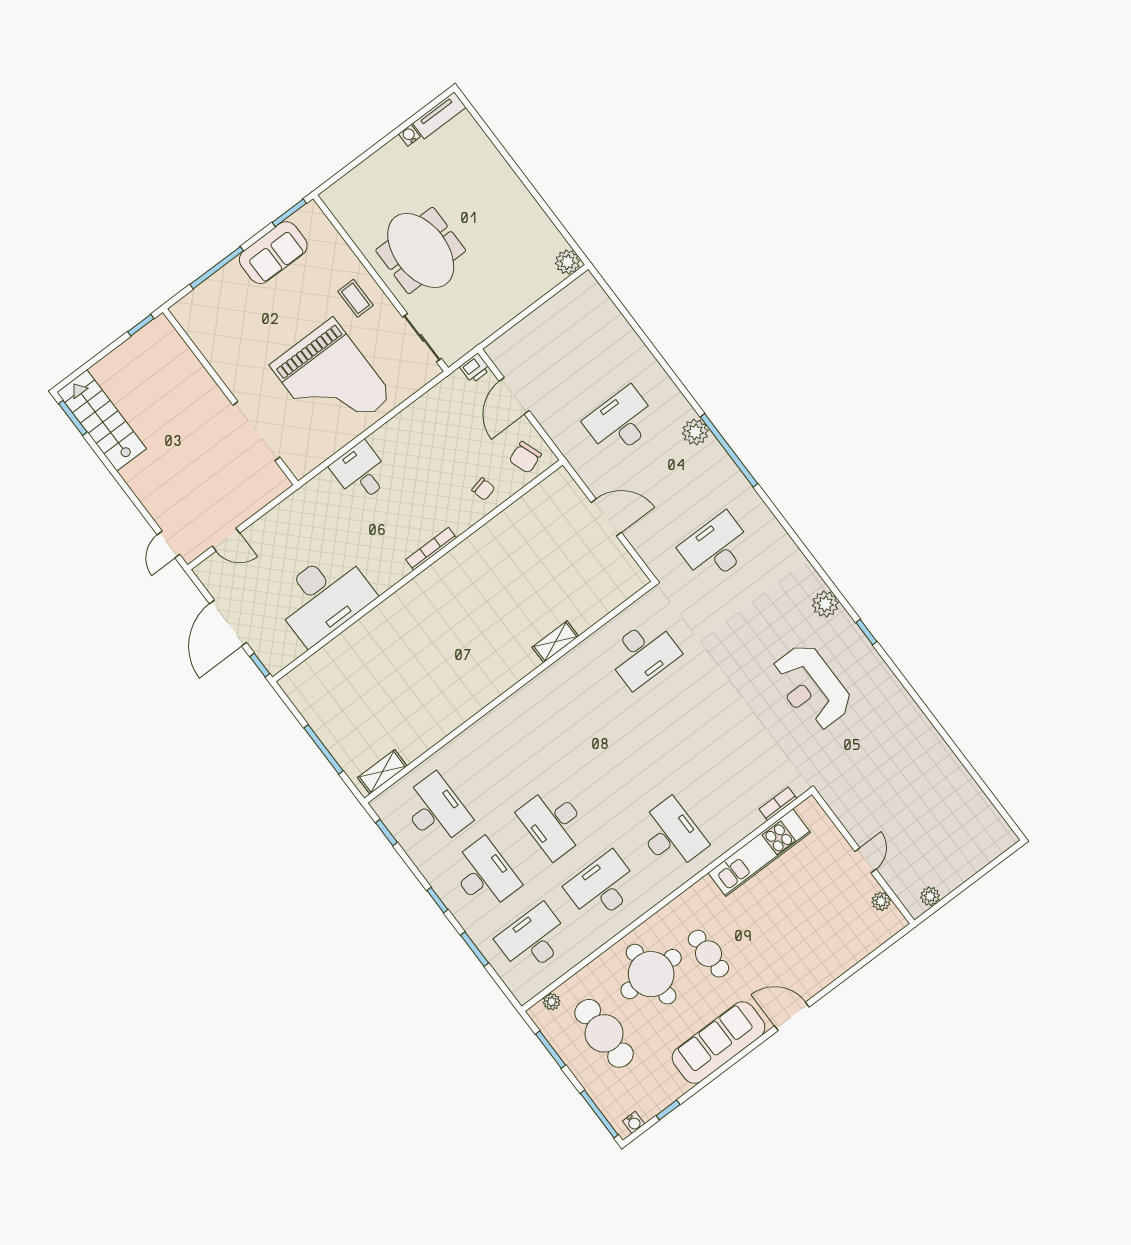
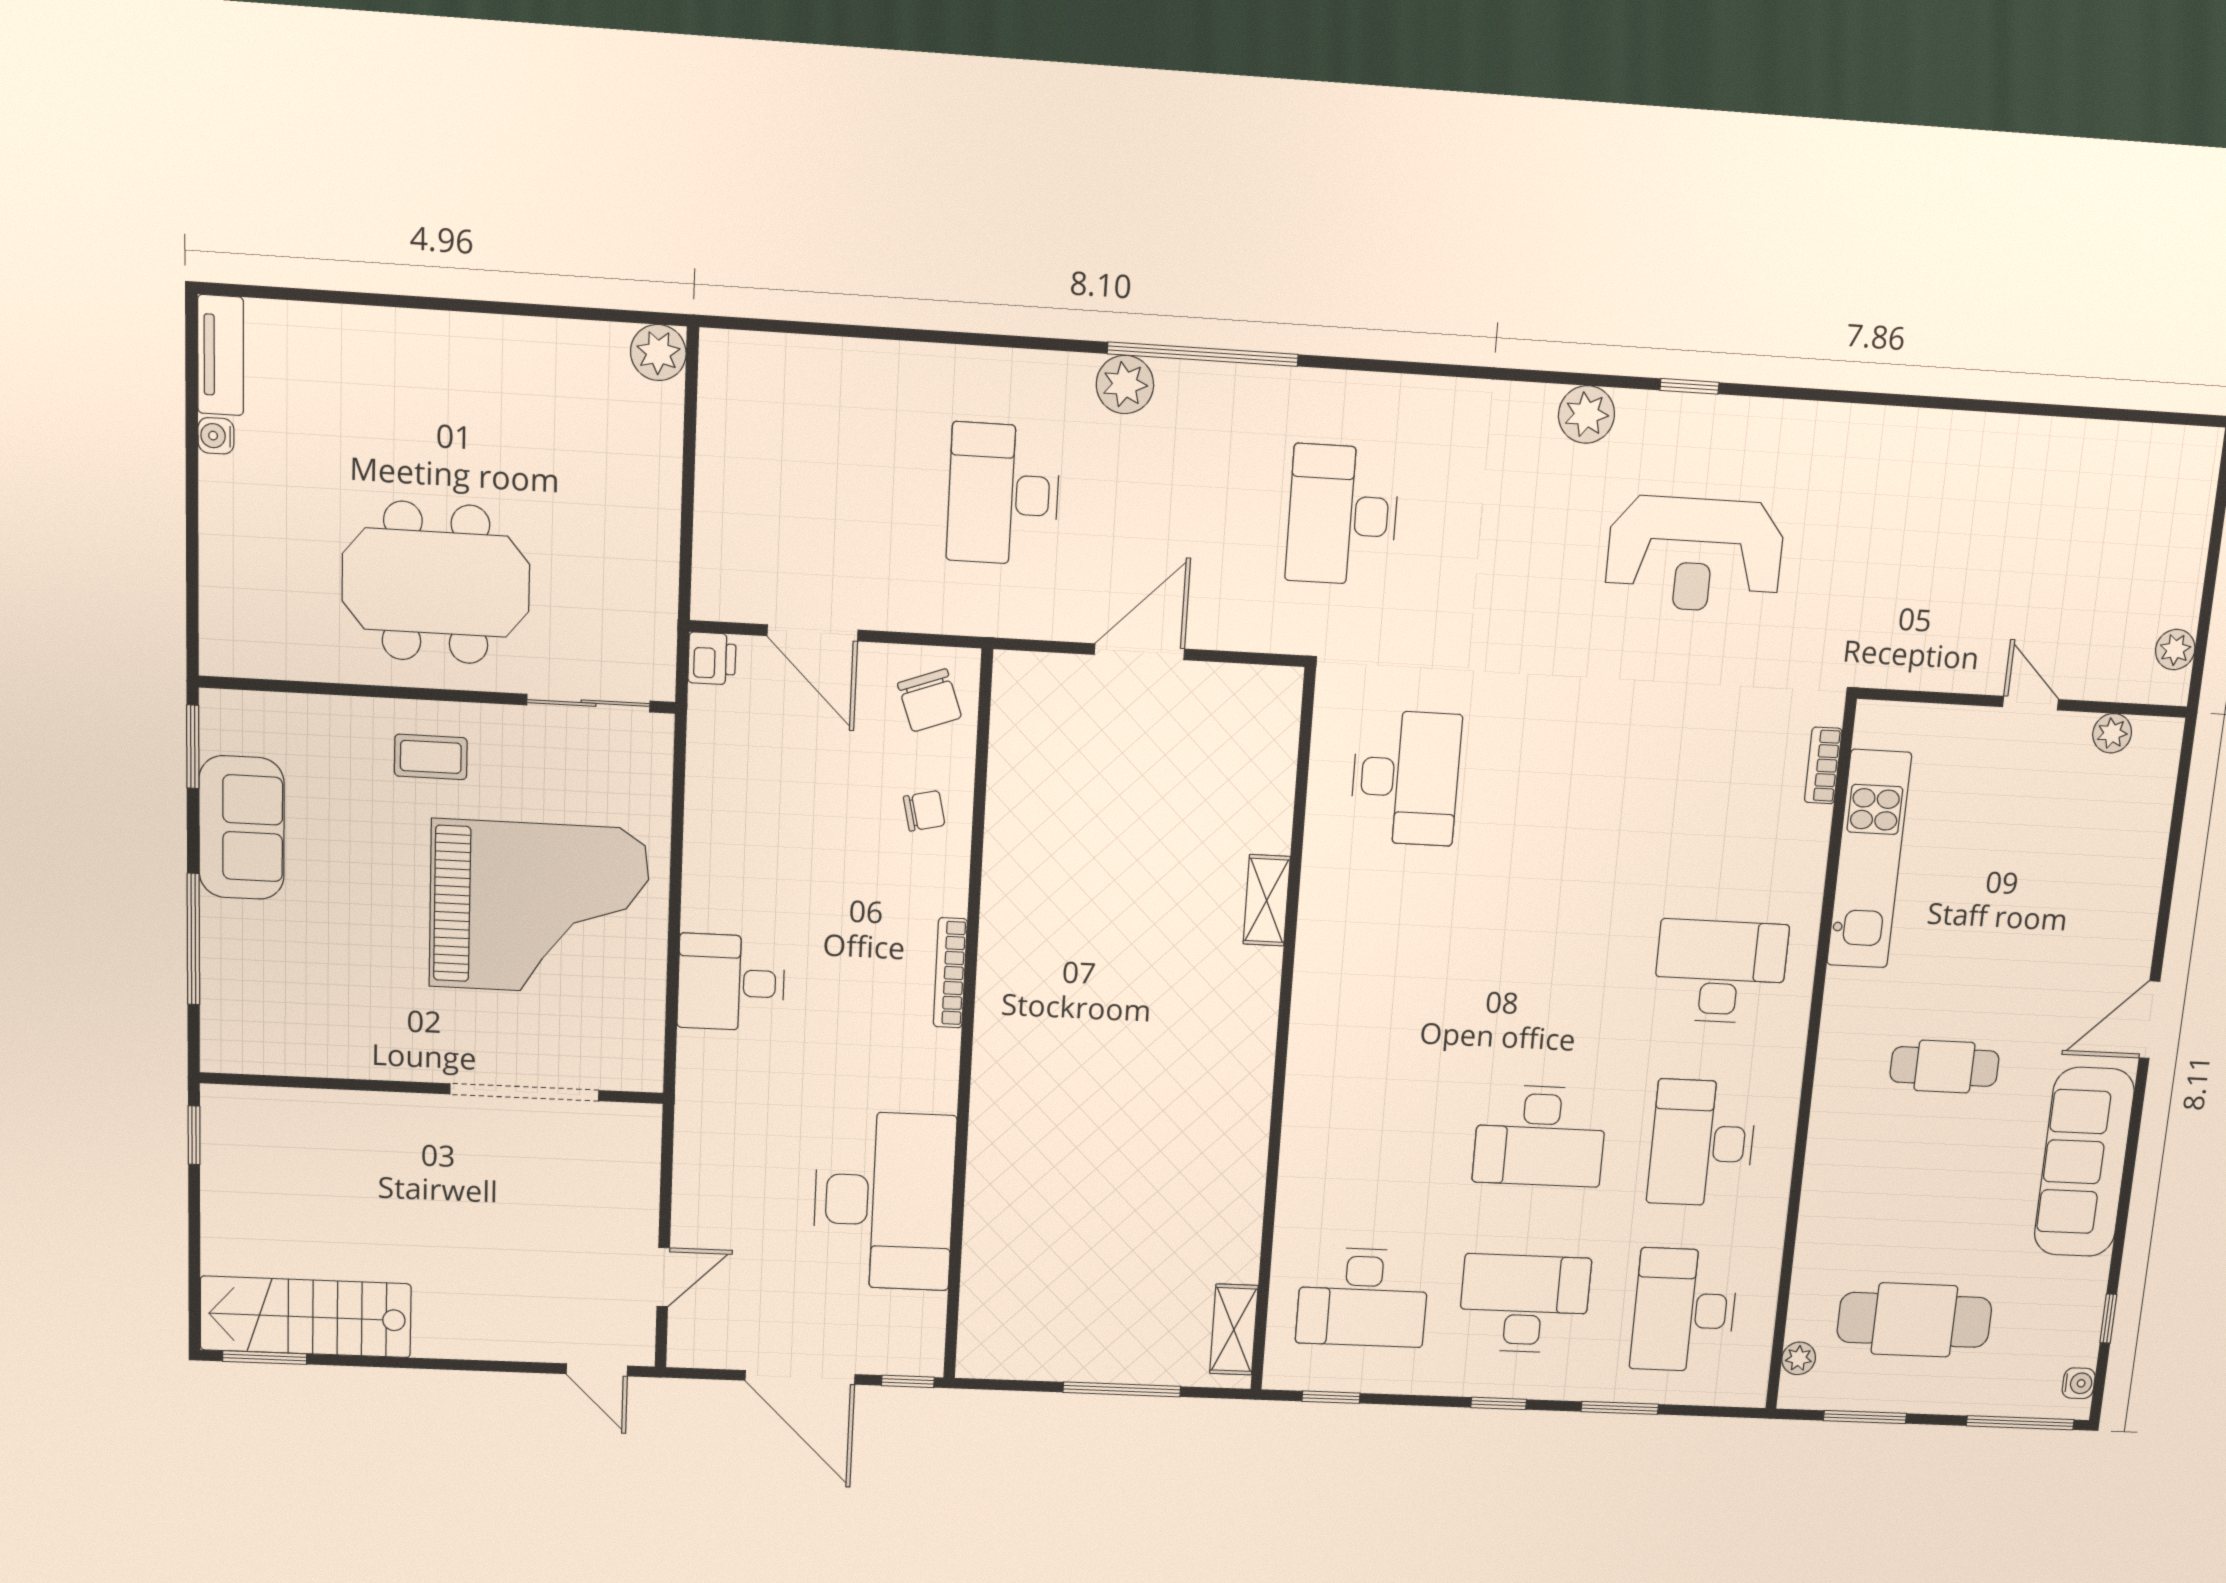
desk: (436, 810) -> (1363, 1297), turned 180
round table: (651, 974) -> (1895, 1178), removed

